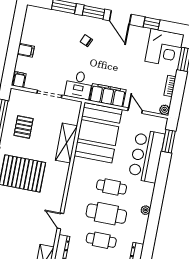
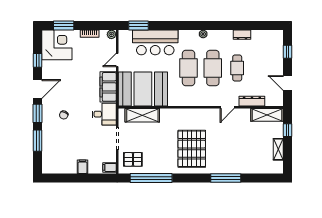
pallet: (24, 127) -> (133, 159), moved
shelving: (66, 143) -> (142, 115), moved
cafe table: (111, 187) -> (189, 68), width x1.37, depth x1.35

